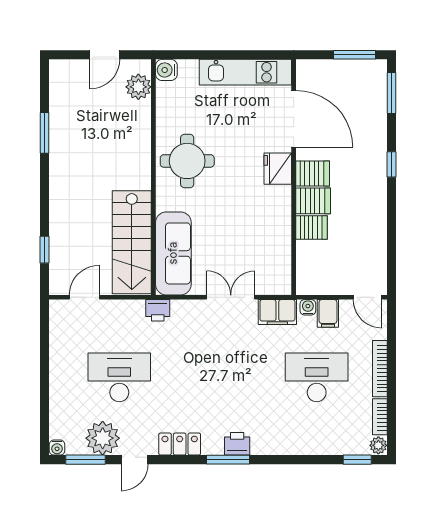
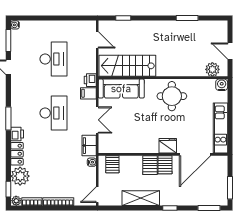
shelving: (373, 218) -> (141, 198), added
server rack: (312, 228) -> (112, 164), moved
filing cabinet: (328, 313) -> (88, 93), moved
desk: (317, 377) -> (53, 113), moved
plant: (103, 438) -> (20, 176), moved
locker: (180, 444) -> (17, 154), moved
printer: (237, 444) -> (17, 134), moved

